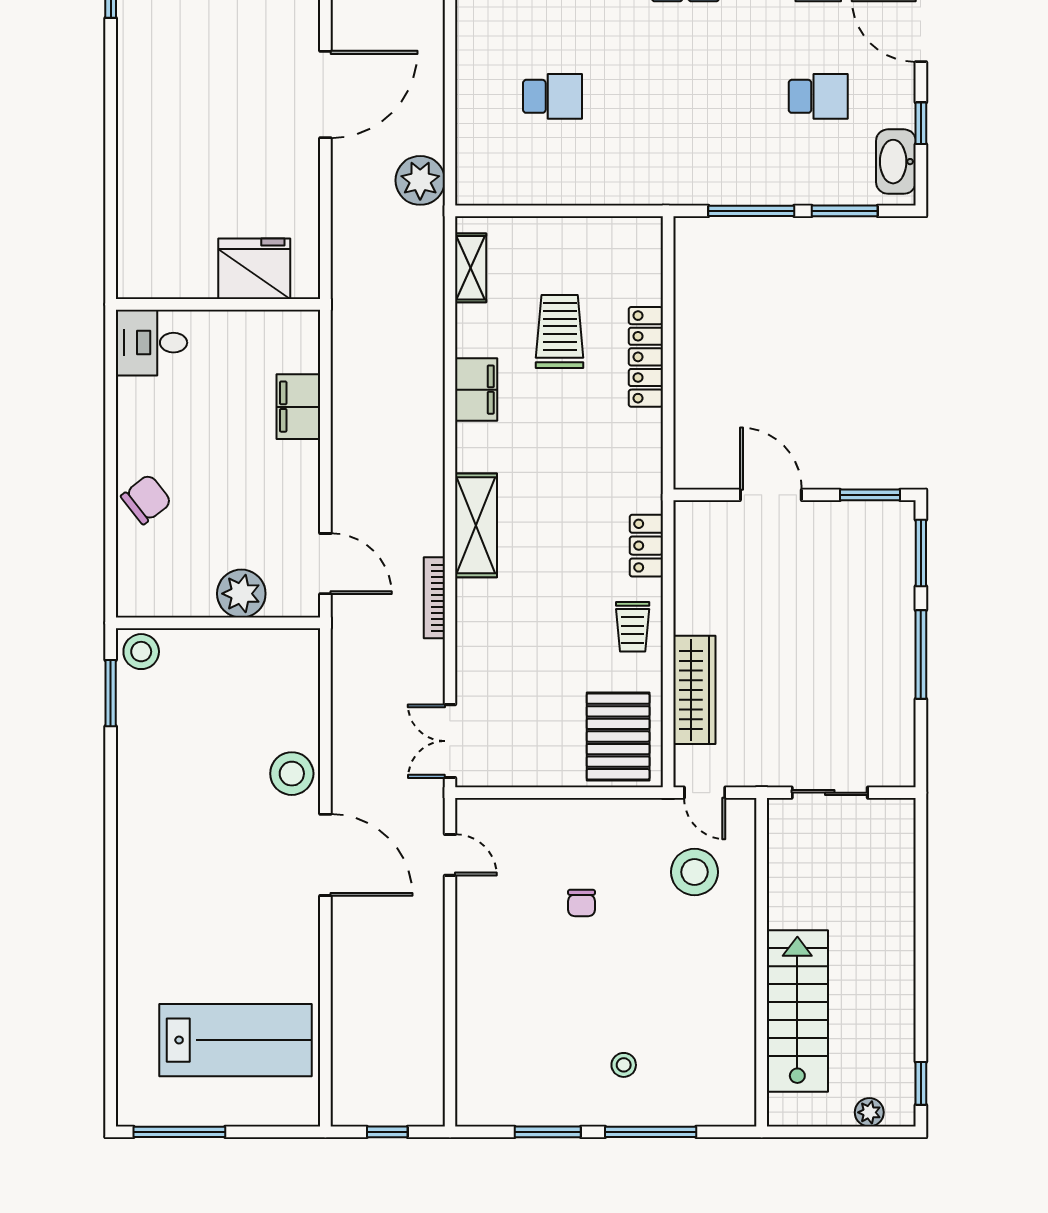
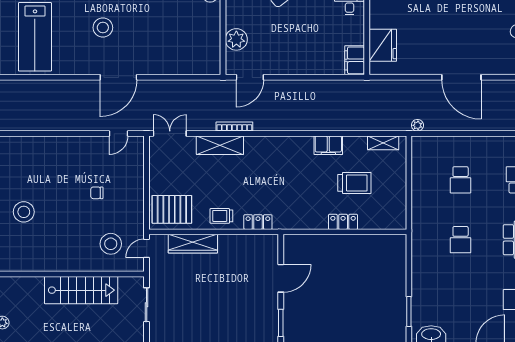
school desk: (818, 96) -> (461, 240), moved
plant: (420, 180) -> (417, 125), width x0.53, depth x0.53
window: (751, 211) -> (409, 269), removed
locker: (646, 357) -> (343, 222), width x0.66
filing cabinet: (298, 407) -> (355, 60), moved, turned -90
shelving: (476, 525) -> (220, 145), moved
stool: (292, 774) -> (103, 28), moved
stairs: (797, 1011) -> (81, 290), moved
stool: (624, 1065) -> (24, 212), width x1.89, depth x1.89

